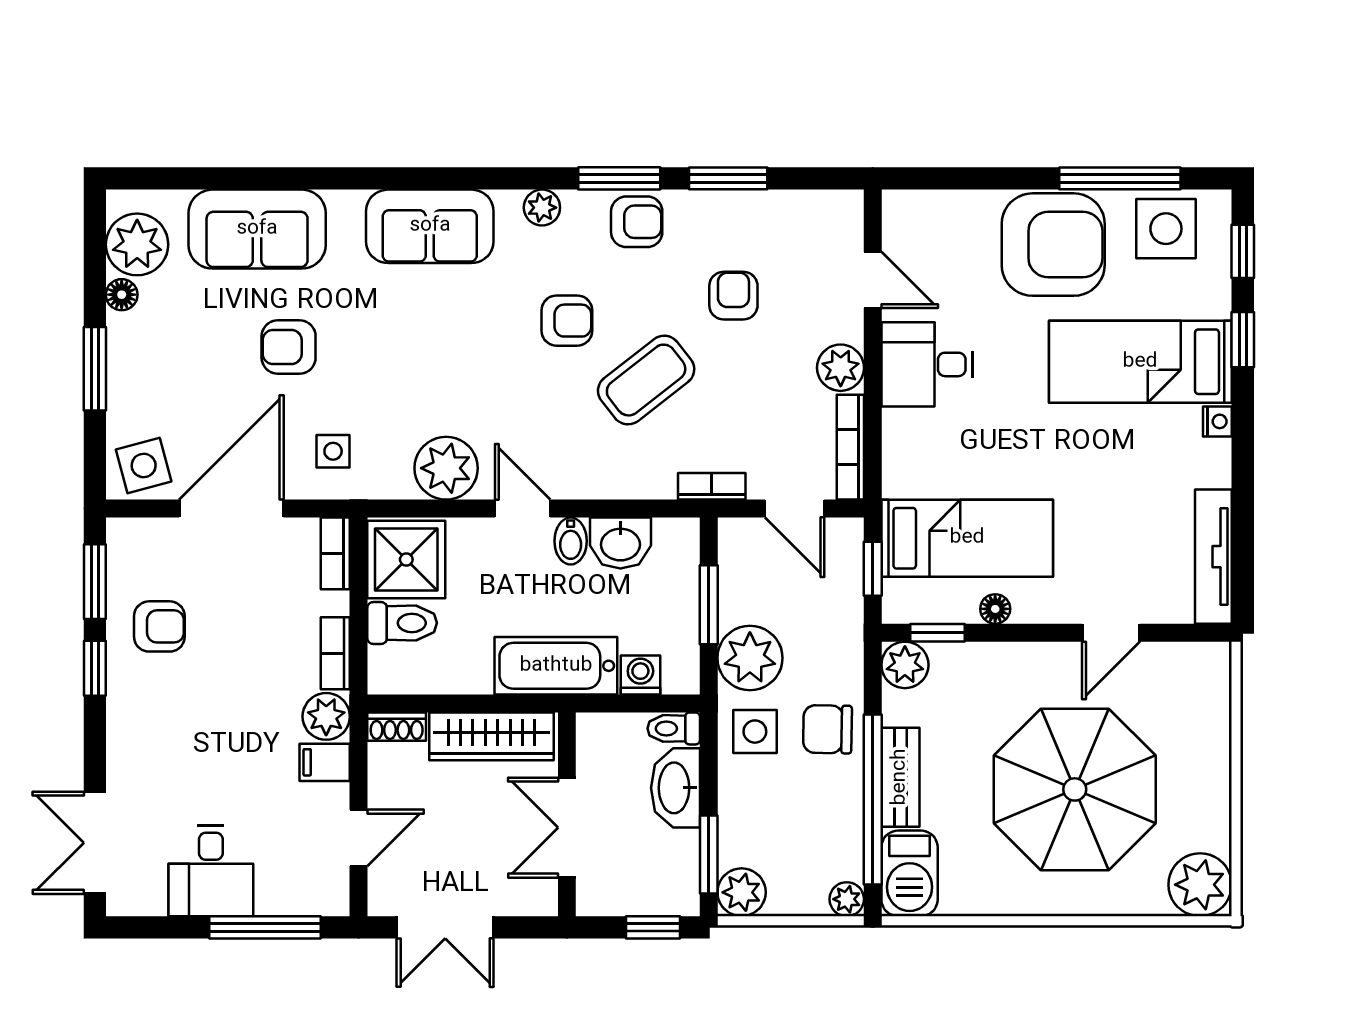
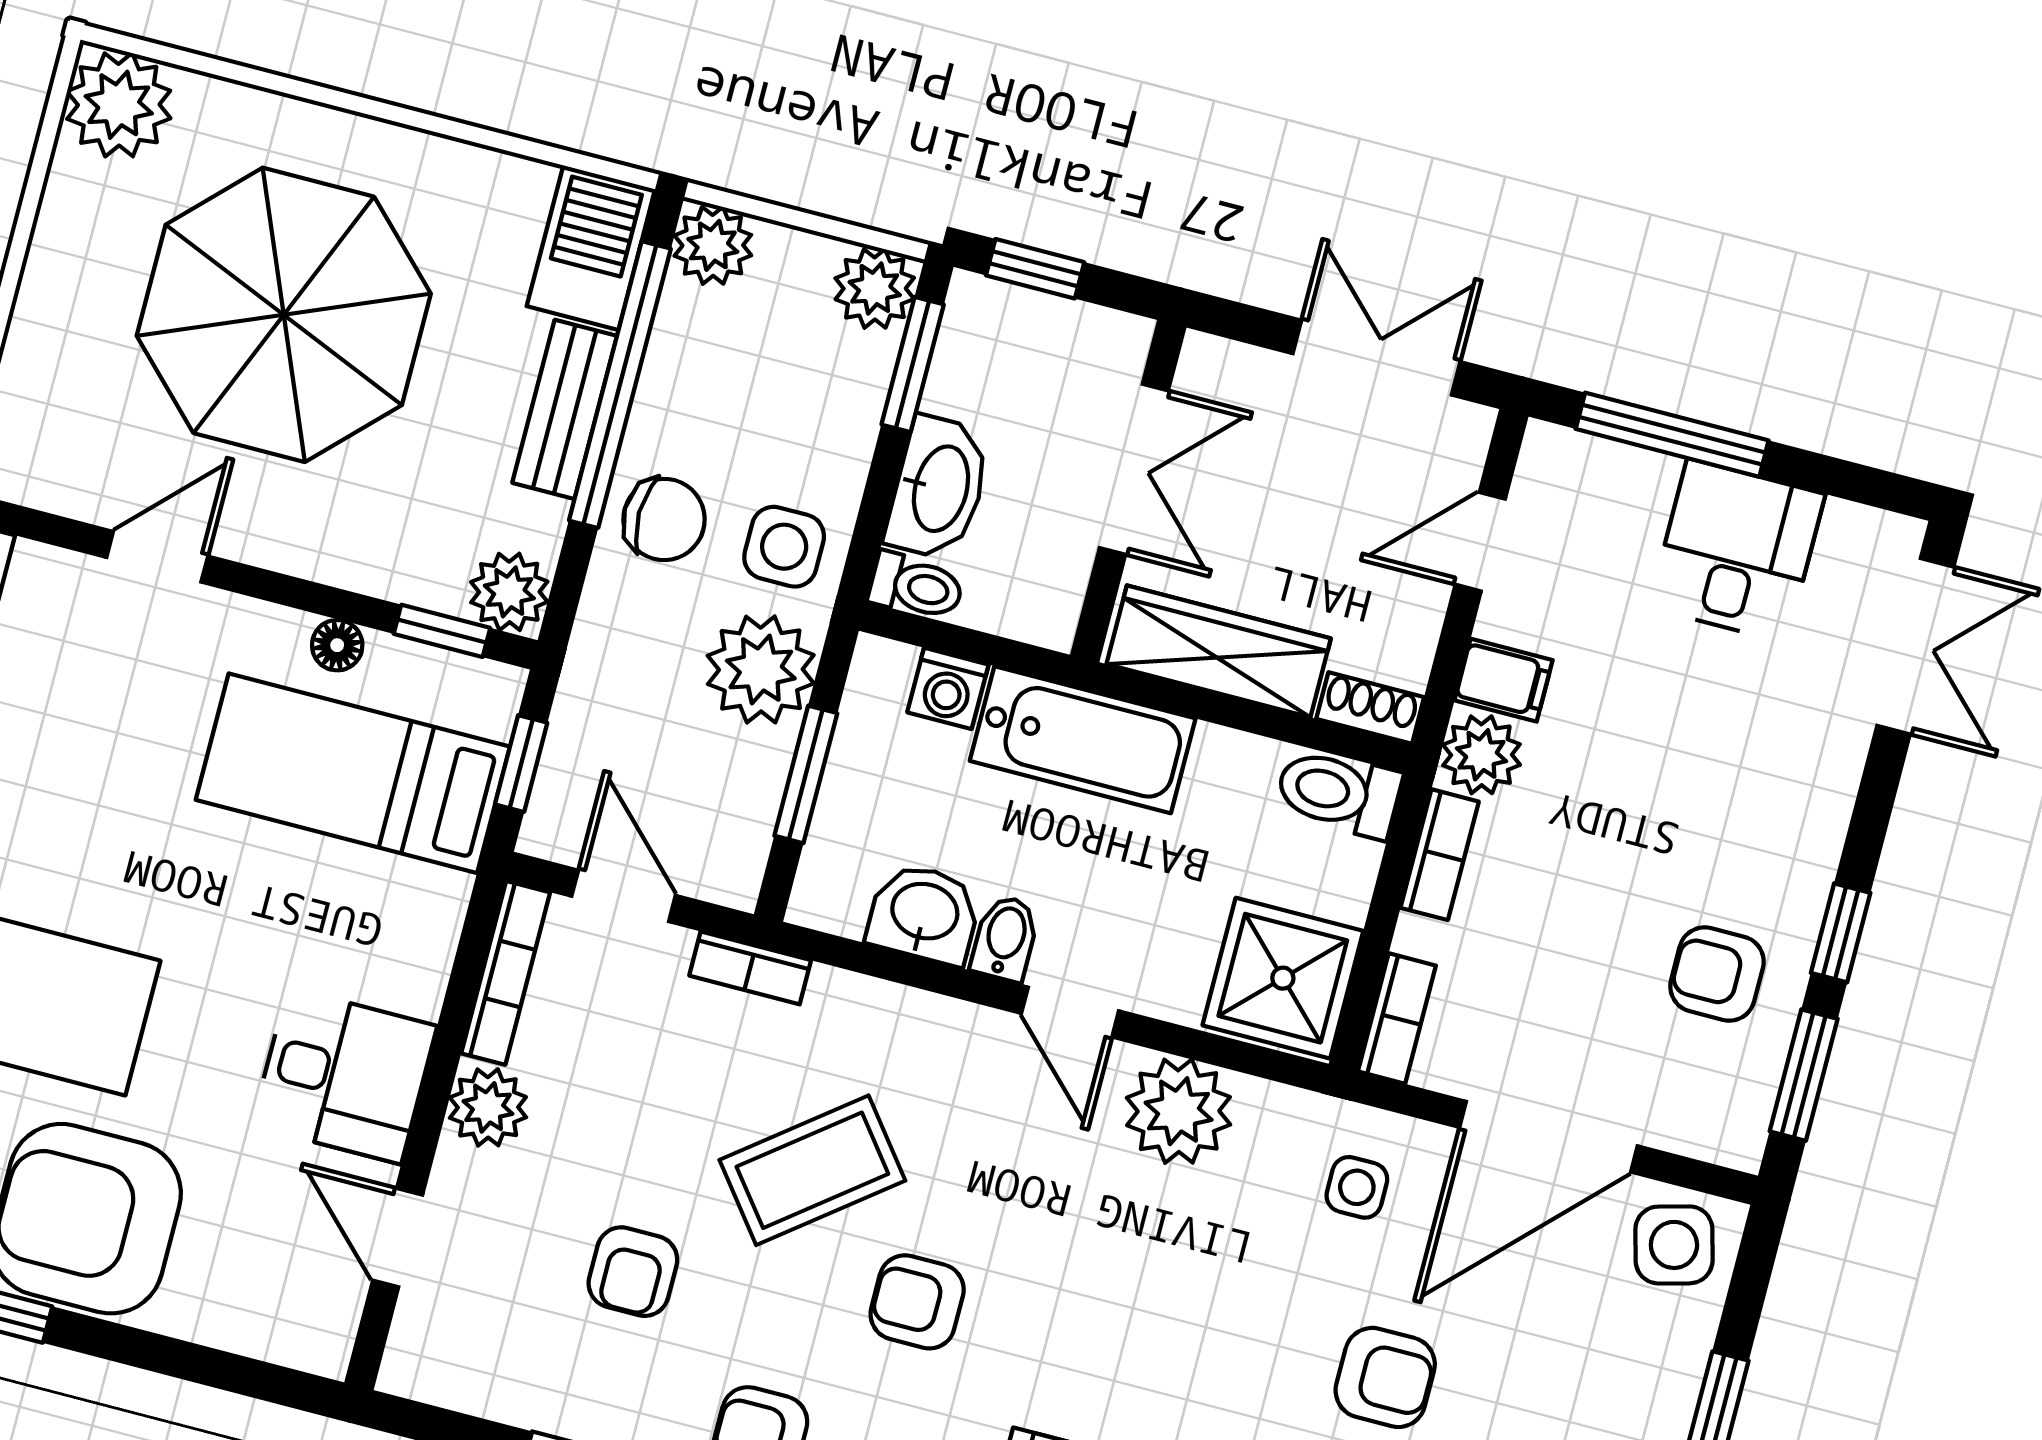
toilet: (402, 623) -> (1339, 793), moved
plant: (847, 899) -> (713, 245), width x1.38, depth x1.38

